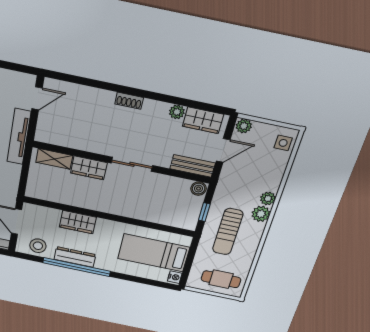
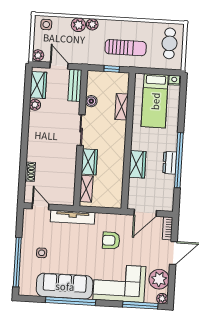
shoe rack: (129, 101) -> (30, 172), moved
boiler: (199, 189) -> (91, 101), moved
plant: (261, 214) -> (78, 25), moved
shelving: (154, 216) -> (122, 107), added
stool: (38, 246) -> (164, 194), removed
dresser: (75, 257) -> (170, 163), width x0.70

